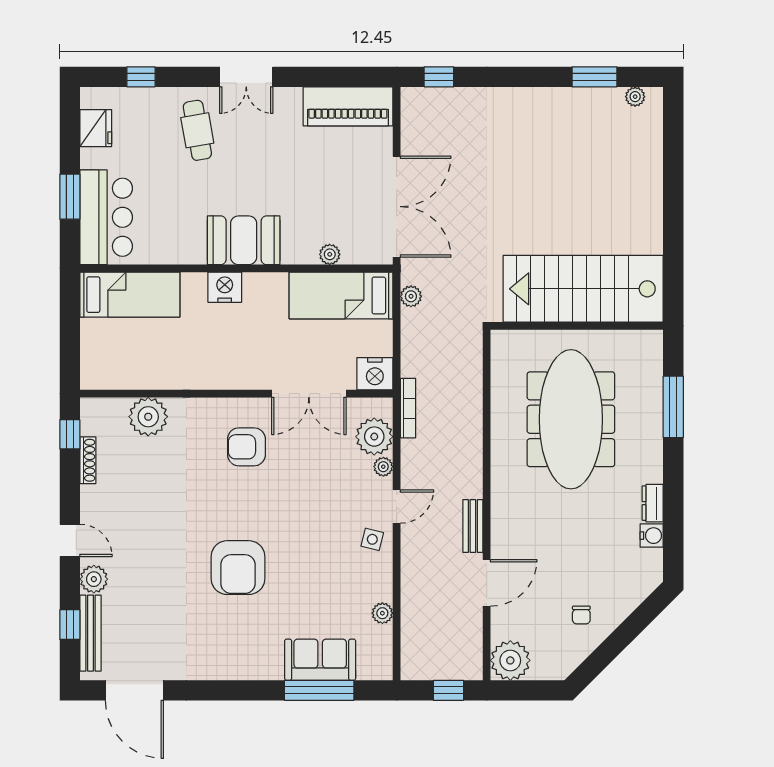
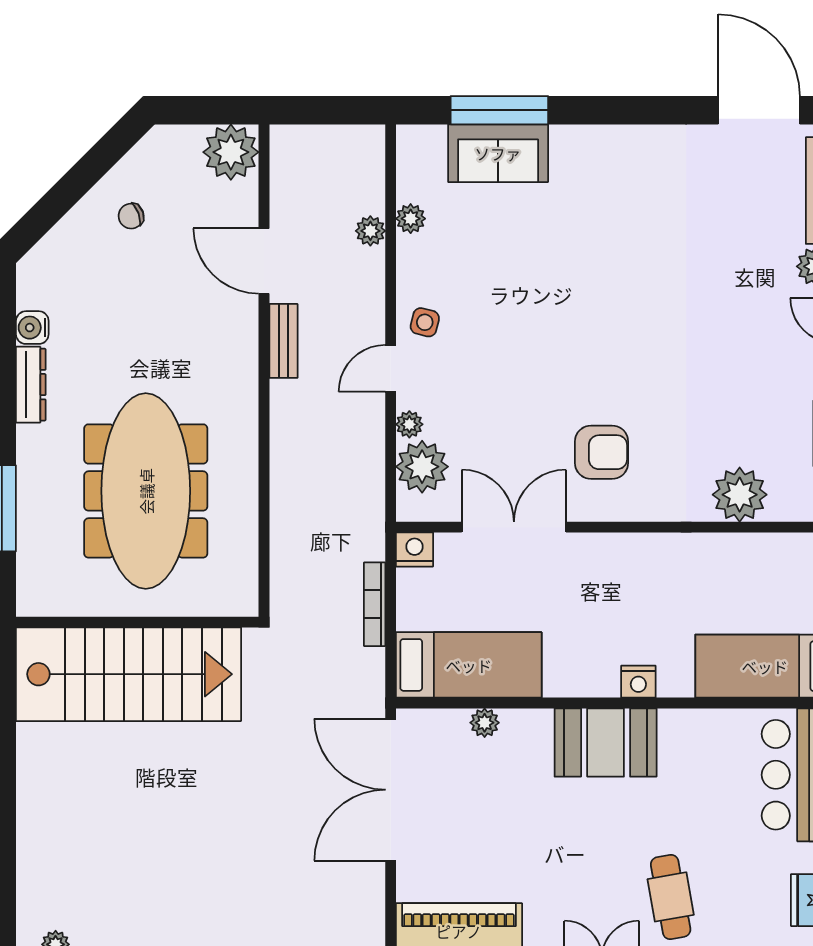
nightstand: (225, 287) -> (638, 682), width x0.74, depth x0.75
plant: (411, 296) -> (370, 231), moved
nightstand: (375, 374) -> (414, 549), width x0.74, depth x0.75
bookcase: (408, 408) -> (375, 604), moved
dresser: (653, 503) -> (31, 385), width x1.44
armchair: (238, 568) -> (614, 283), removed
door: (487, 583) -> (264, 261), hinge flipped
chair: (581, 615) -> (131, 216), turned -110
window: (448, 690) -> (318, 110), removed

